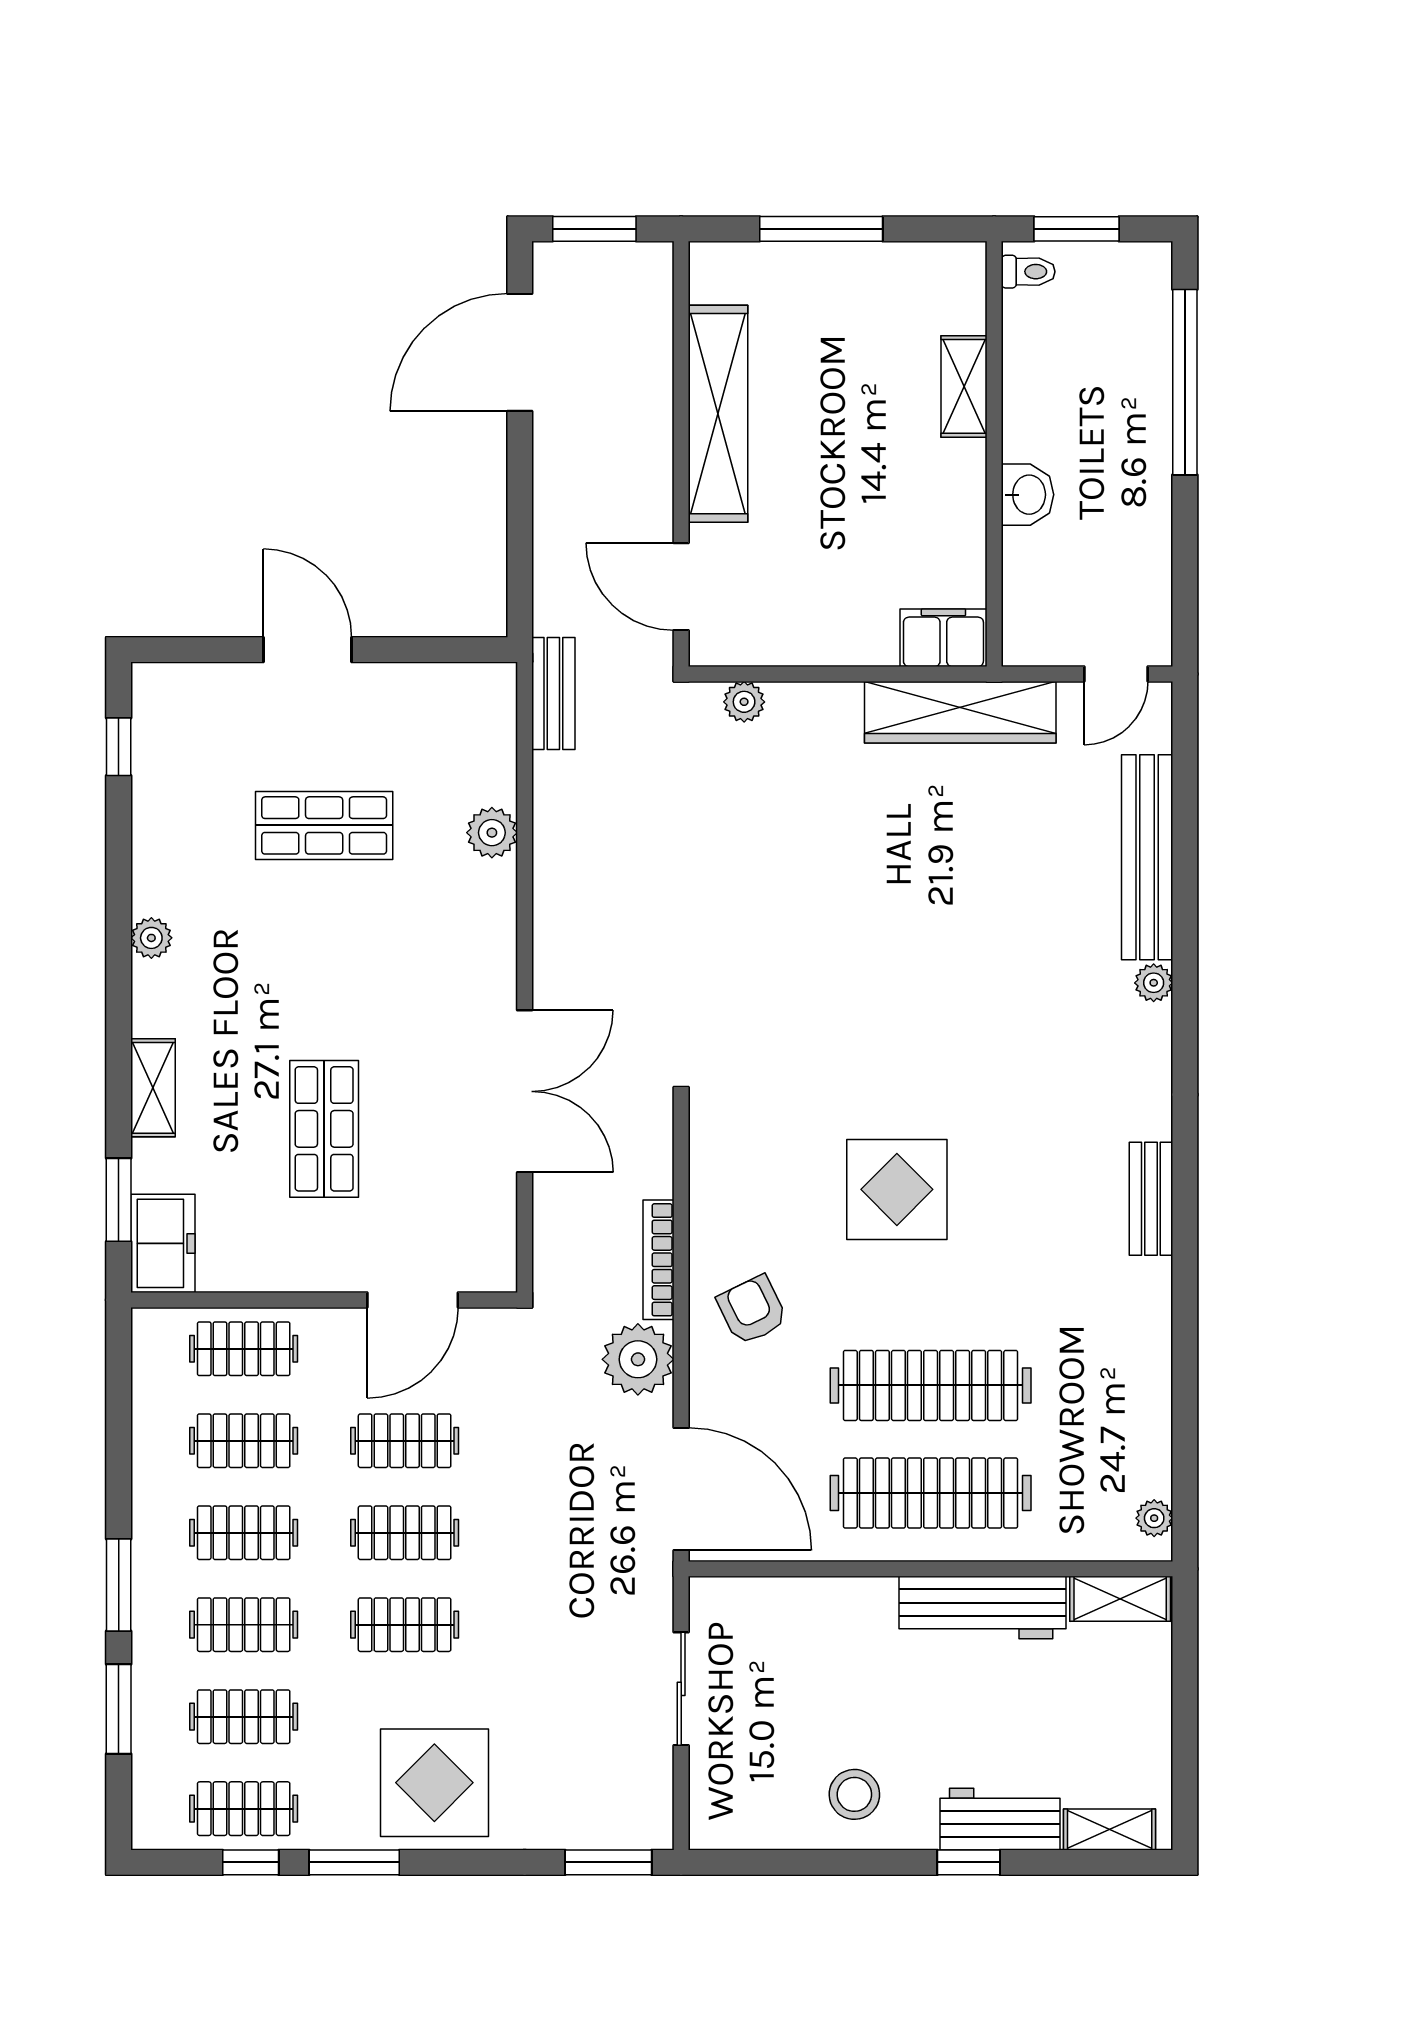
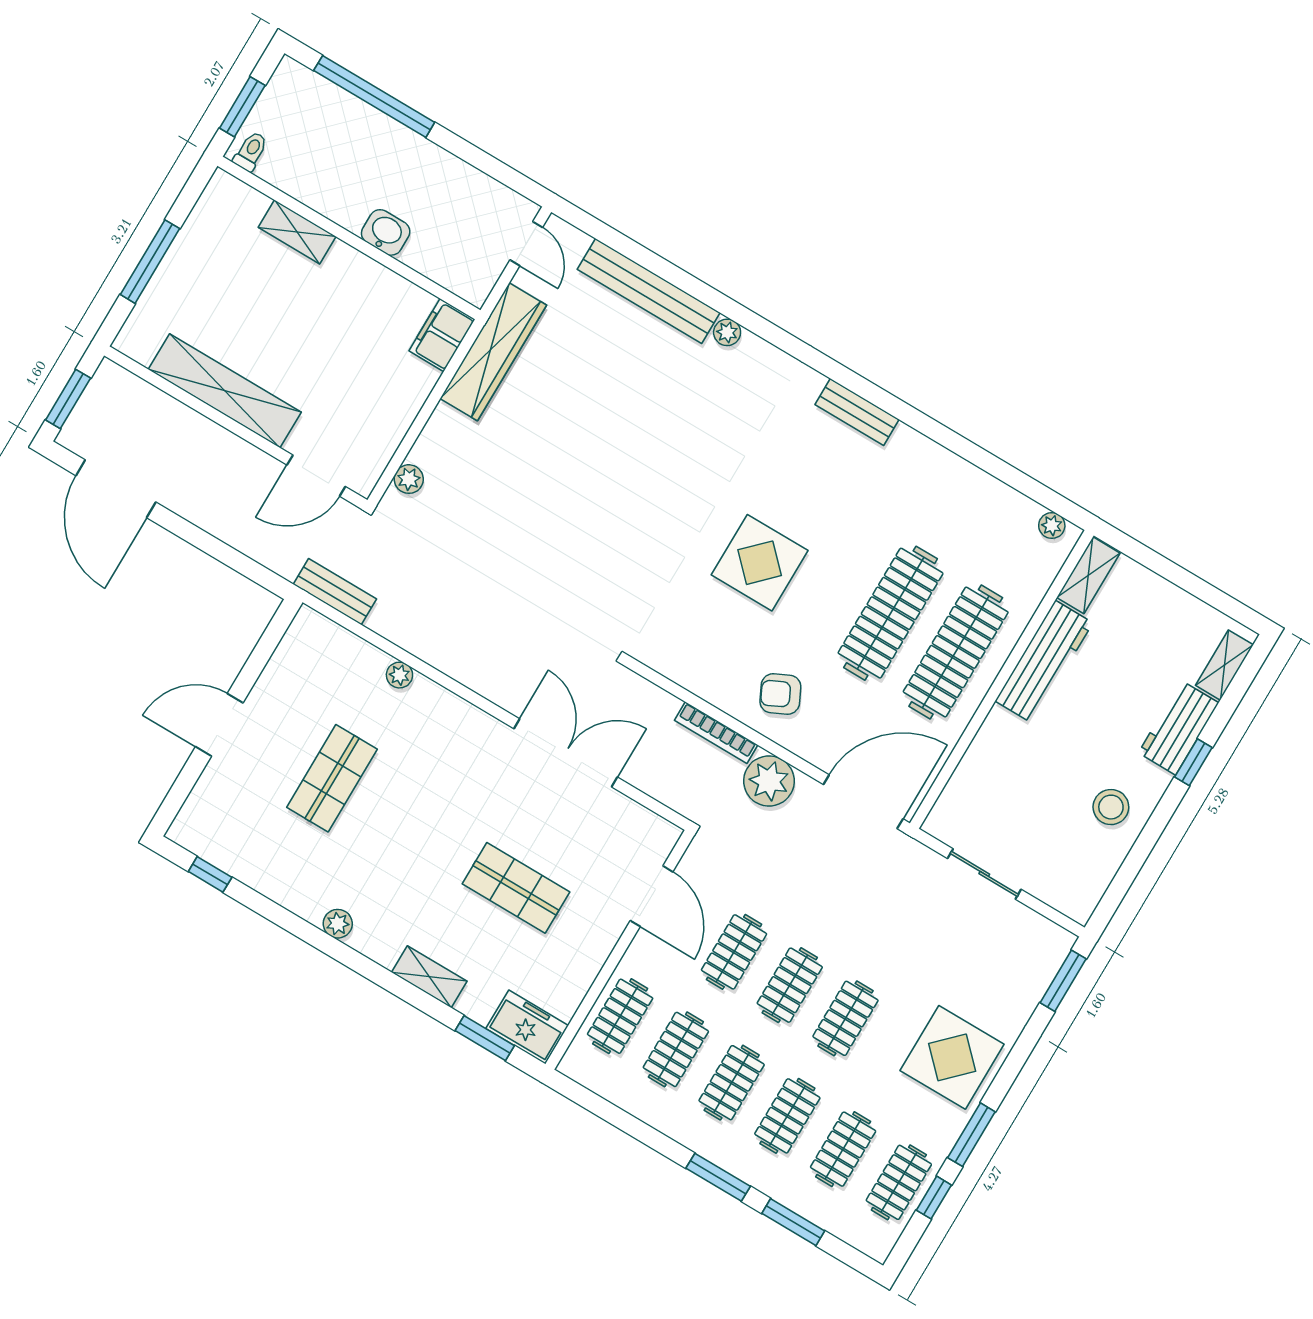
plant: (492, 833) -> (399, 675), width x0.73, depth x0.73

